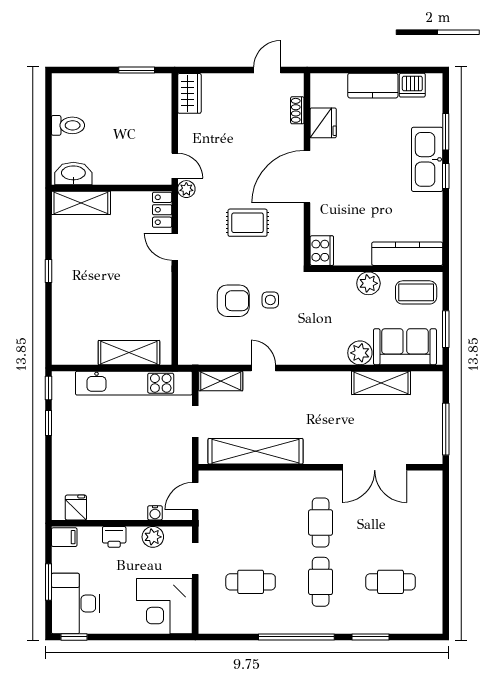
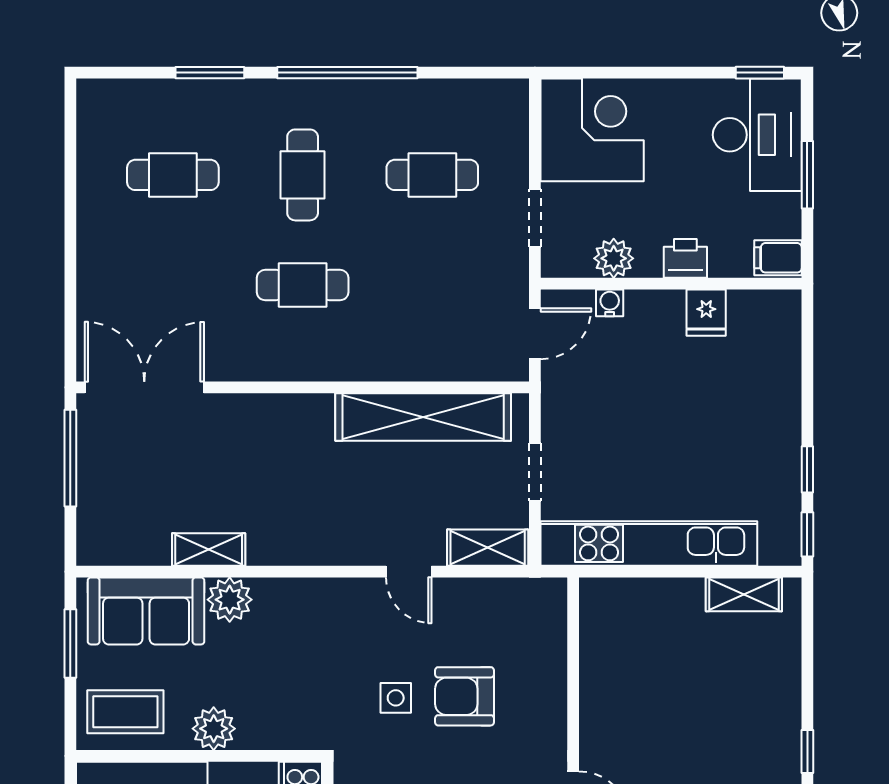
shelving: (129, 353) -> (744, 594), moved, width x0.67, depth x0.75
shelving: (381, 383) -> (209, 549), width x0.67, depth x0.75
double door: (375, 467) -> (144, 387), moved
fridge: (76, 508) -> (706, 313), moved
cafe table: (321, 522) -> (303, 285), turned 90

